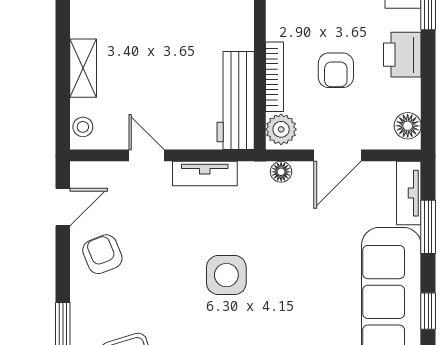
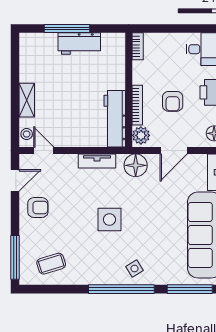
door: (146, 155) -> (44, 151), moved
floor lamp: (281, 172) -> (136, 165), width x1.89, depth x1.89
armchair: (102, 254) -> (38, 208), turned 112

